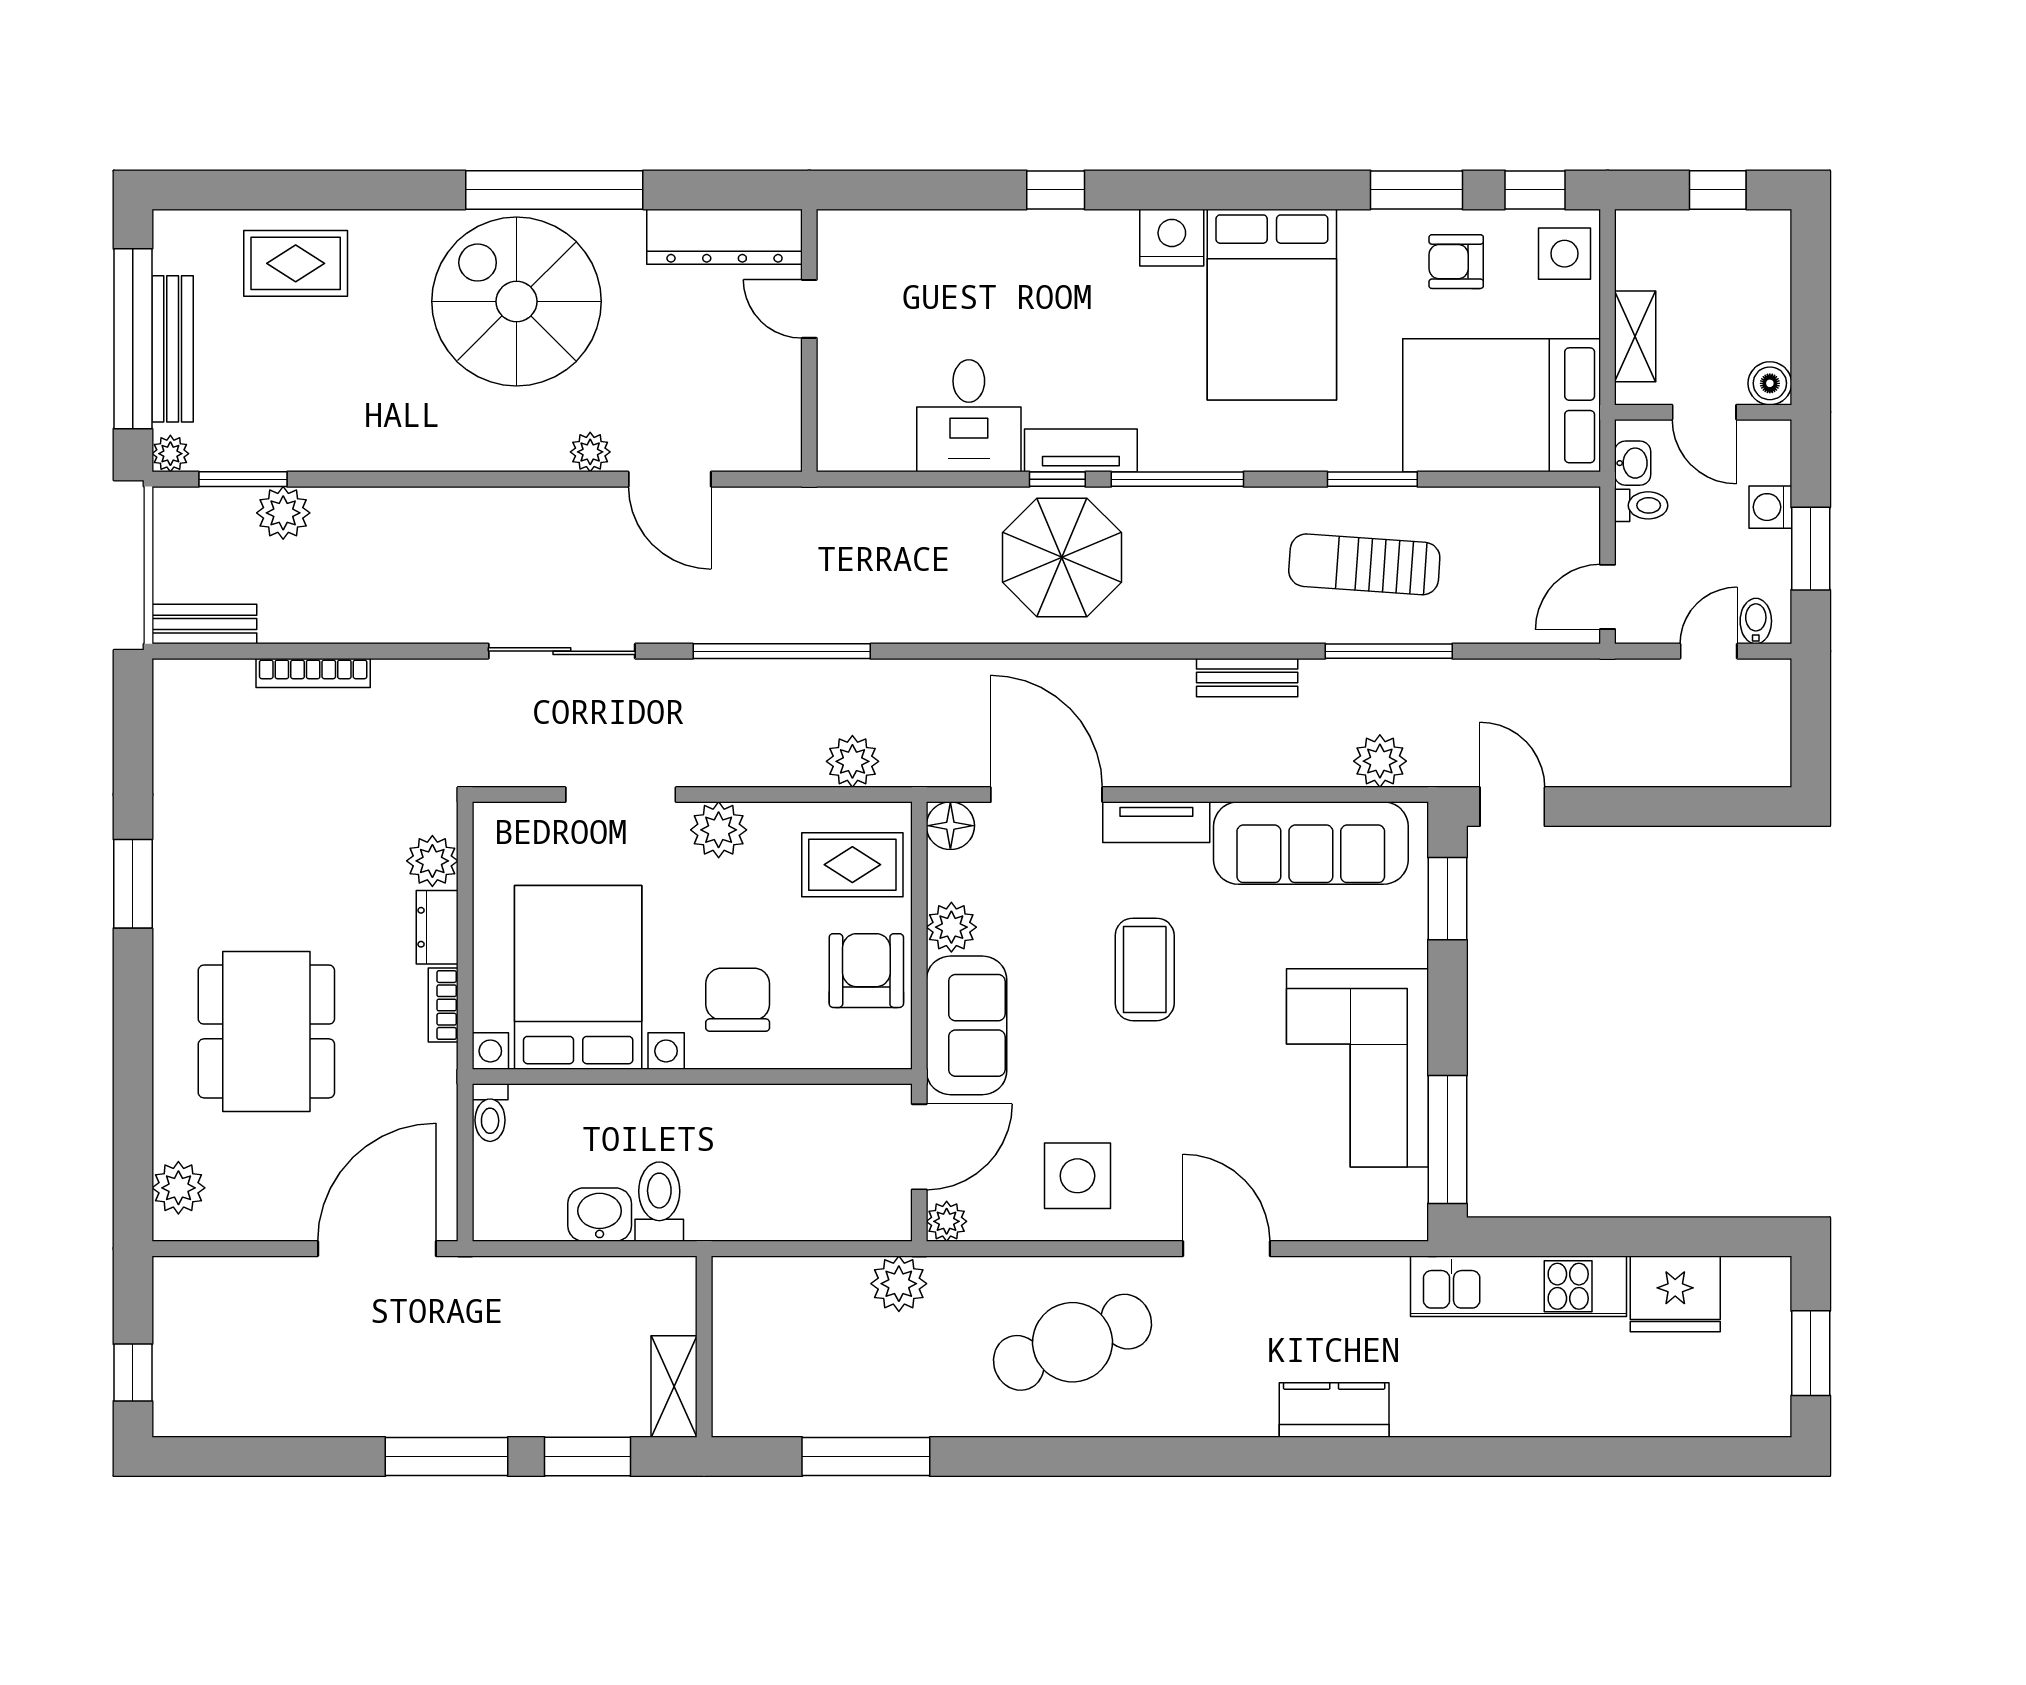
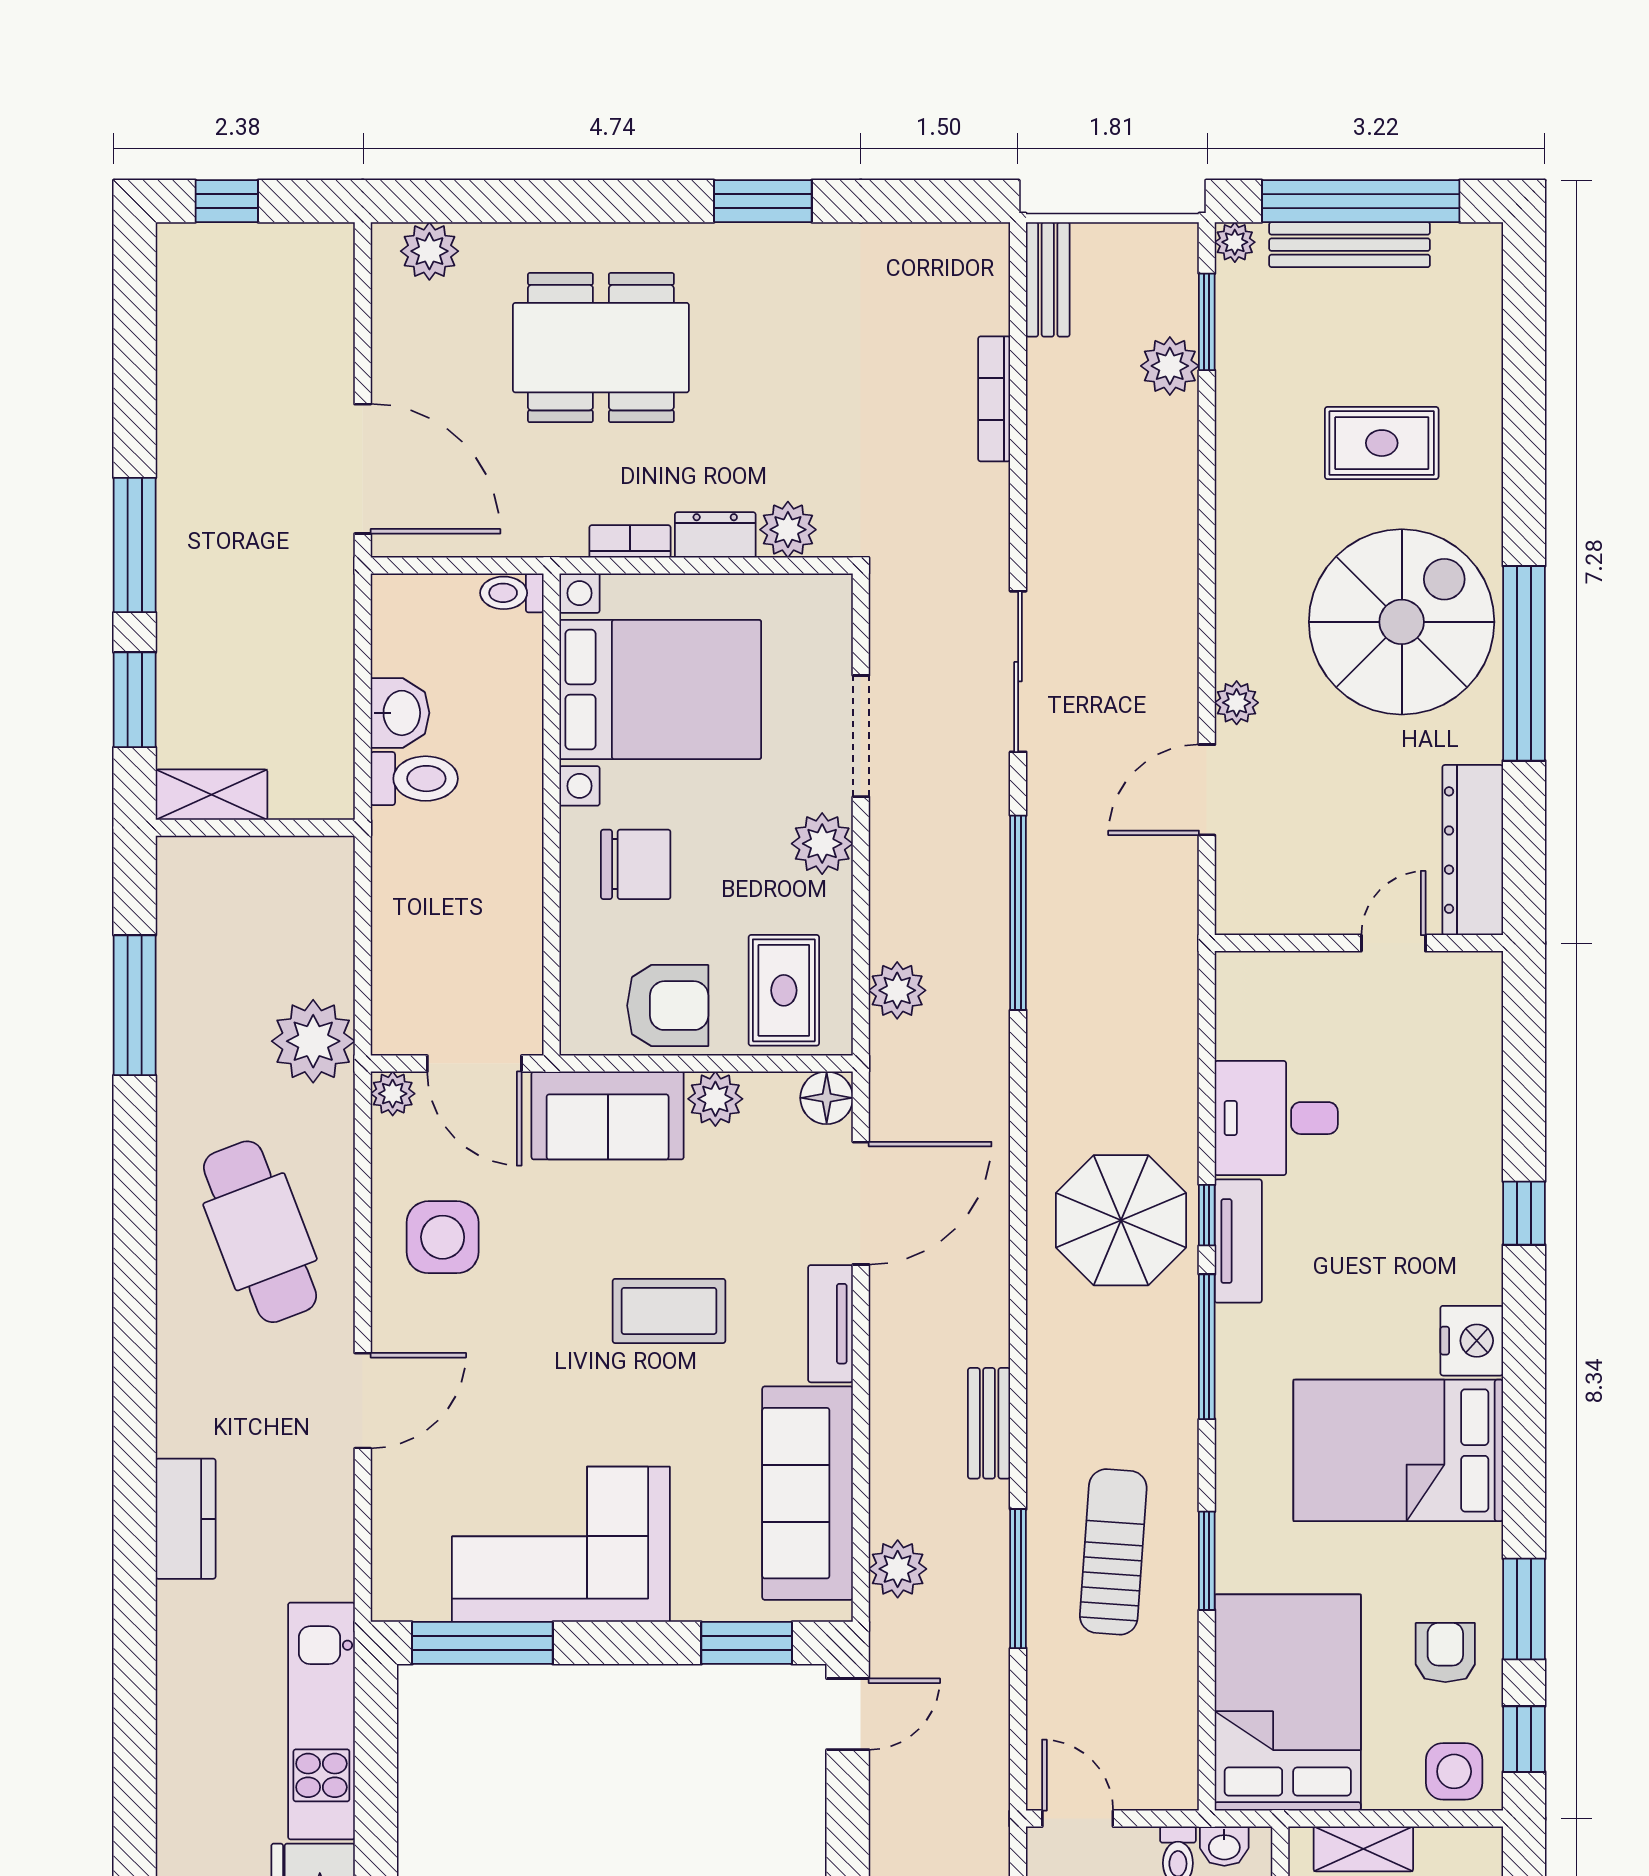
rug: (296, 263) -> (1382, 443), moved, turned 90
plant: (899, 1284) -> (313, 1041), width x1.36, depth x1.36

